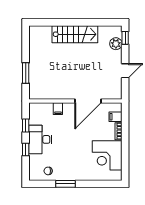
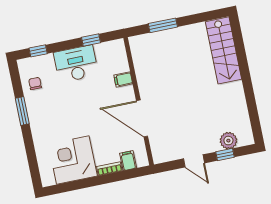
stairs: (75, 34) -> (223, 50), moved
window: (125, 38) -> (225, 155), moved
window: (26, 149) -> (38, 51), moved

